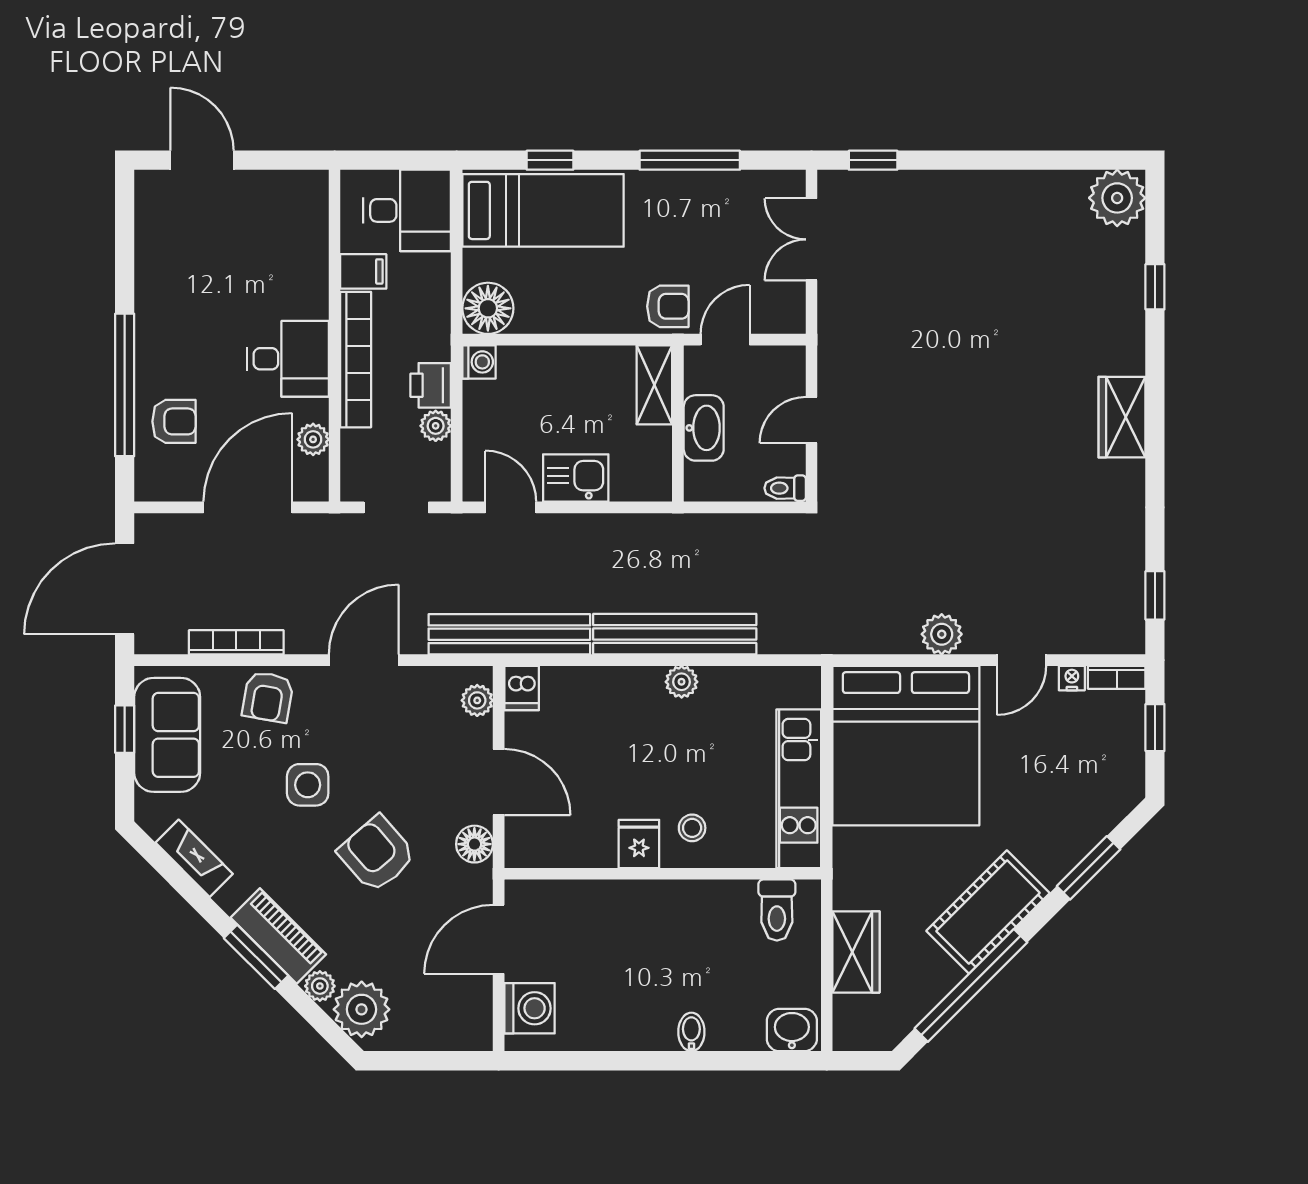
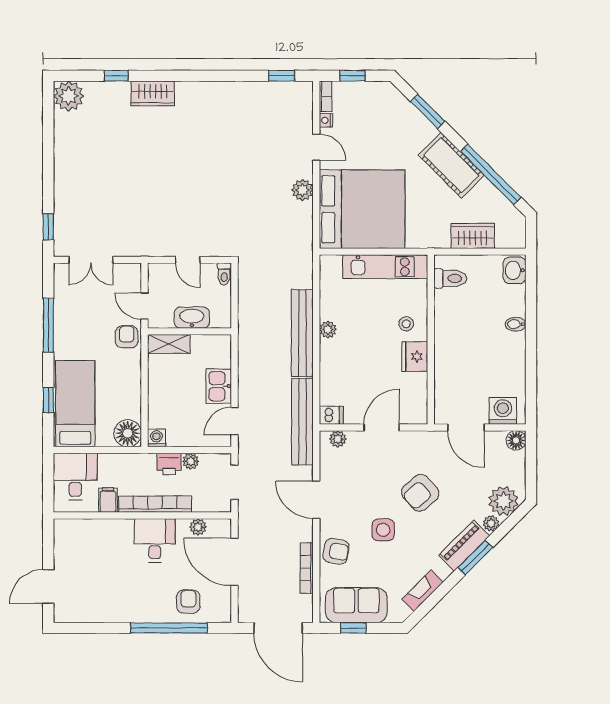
wardrobe: (1122, 417) -> (153, 93), moved
floor lamp: (474, 844) -> (516, 440), moved
fridge: (639, 844) -> (415, 356), width x1.38

